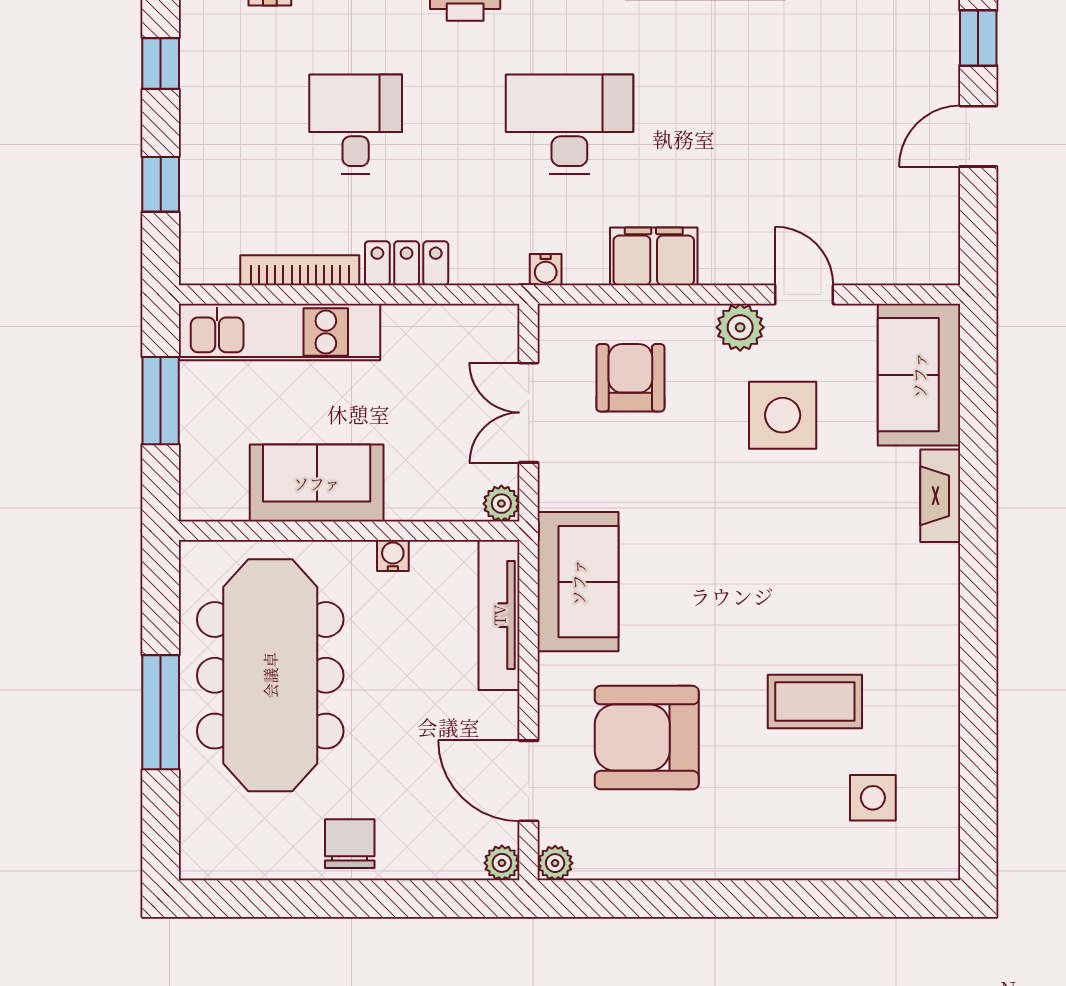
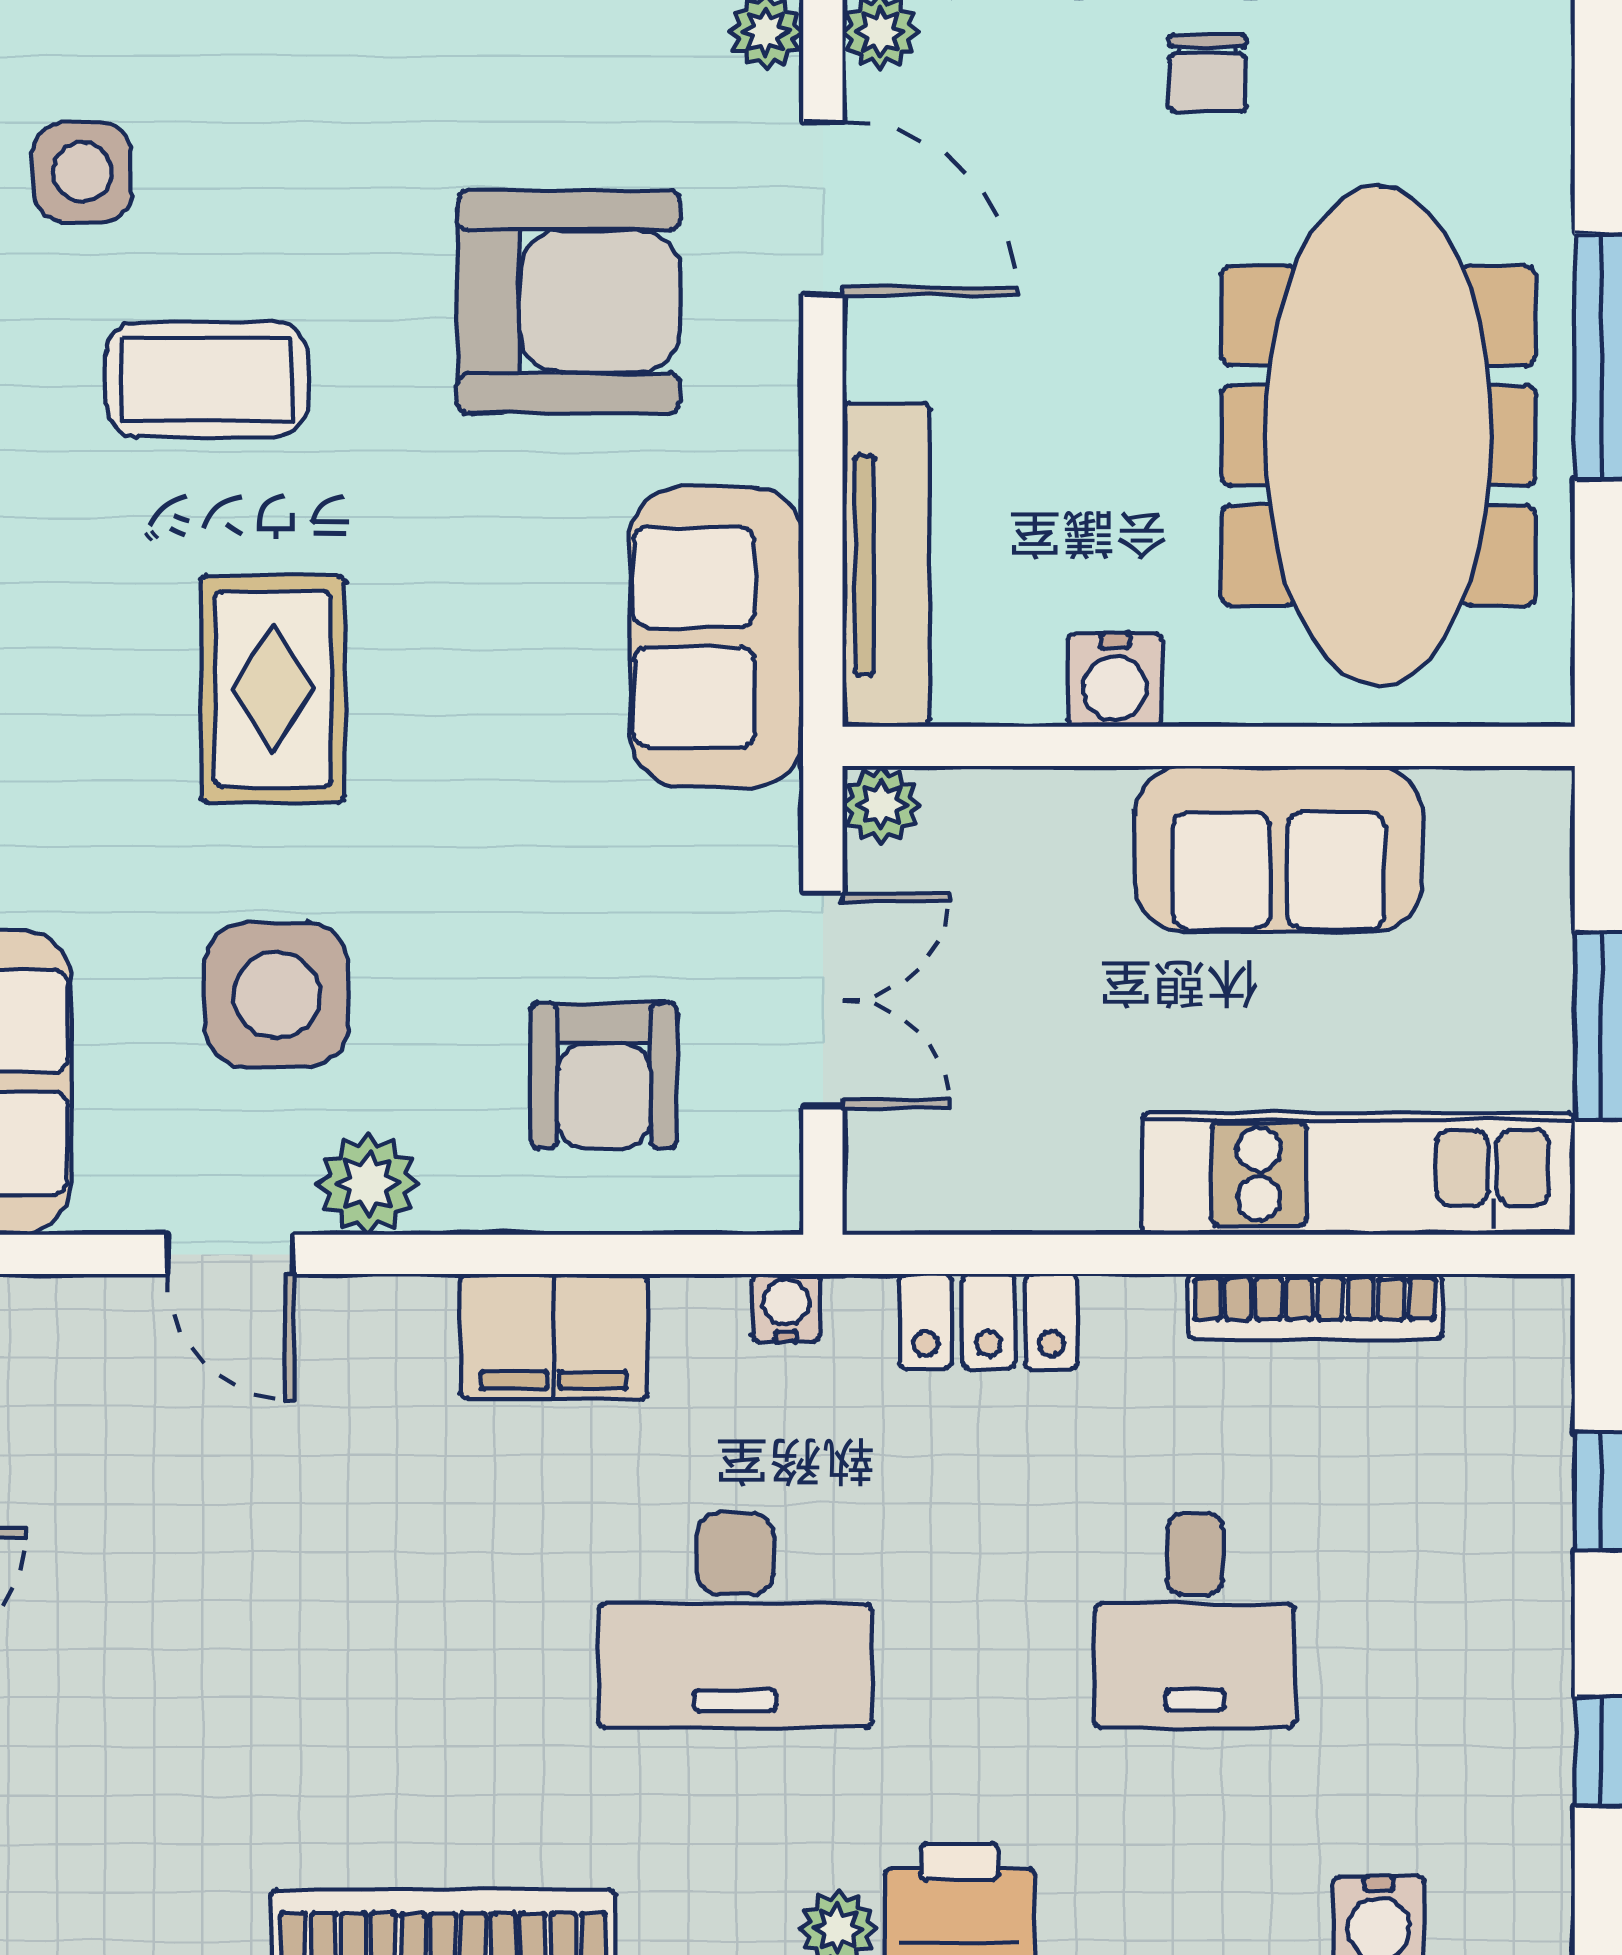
locker: (407, 263) -> (988, 1321), moved
water cooler: (393, 556) -> (1115, 680), width x1.38, depth x1.38
rug: (784, 557) -> (273, 689), added
chair: (350, 844) -> (1207, 73), width x0.73, depth x0.73

